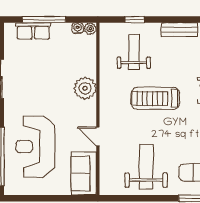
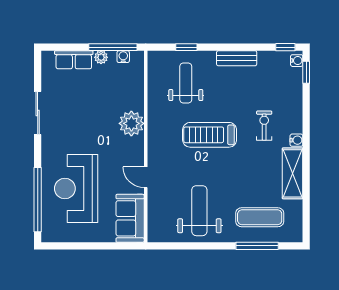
window: (44, 20) -> (113, 47), moved
plant: (90, 29) -> (101, 57), moved

